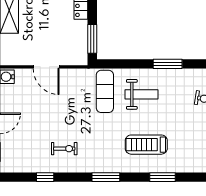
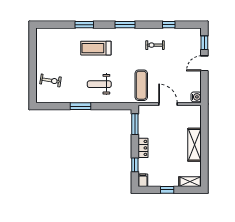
exercise mat: (105, 91) -> (141, 85), moved
treadmill: (146, 145) -> (96, 48), turned 180

